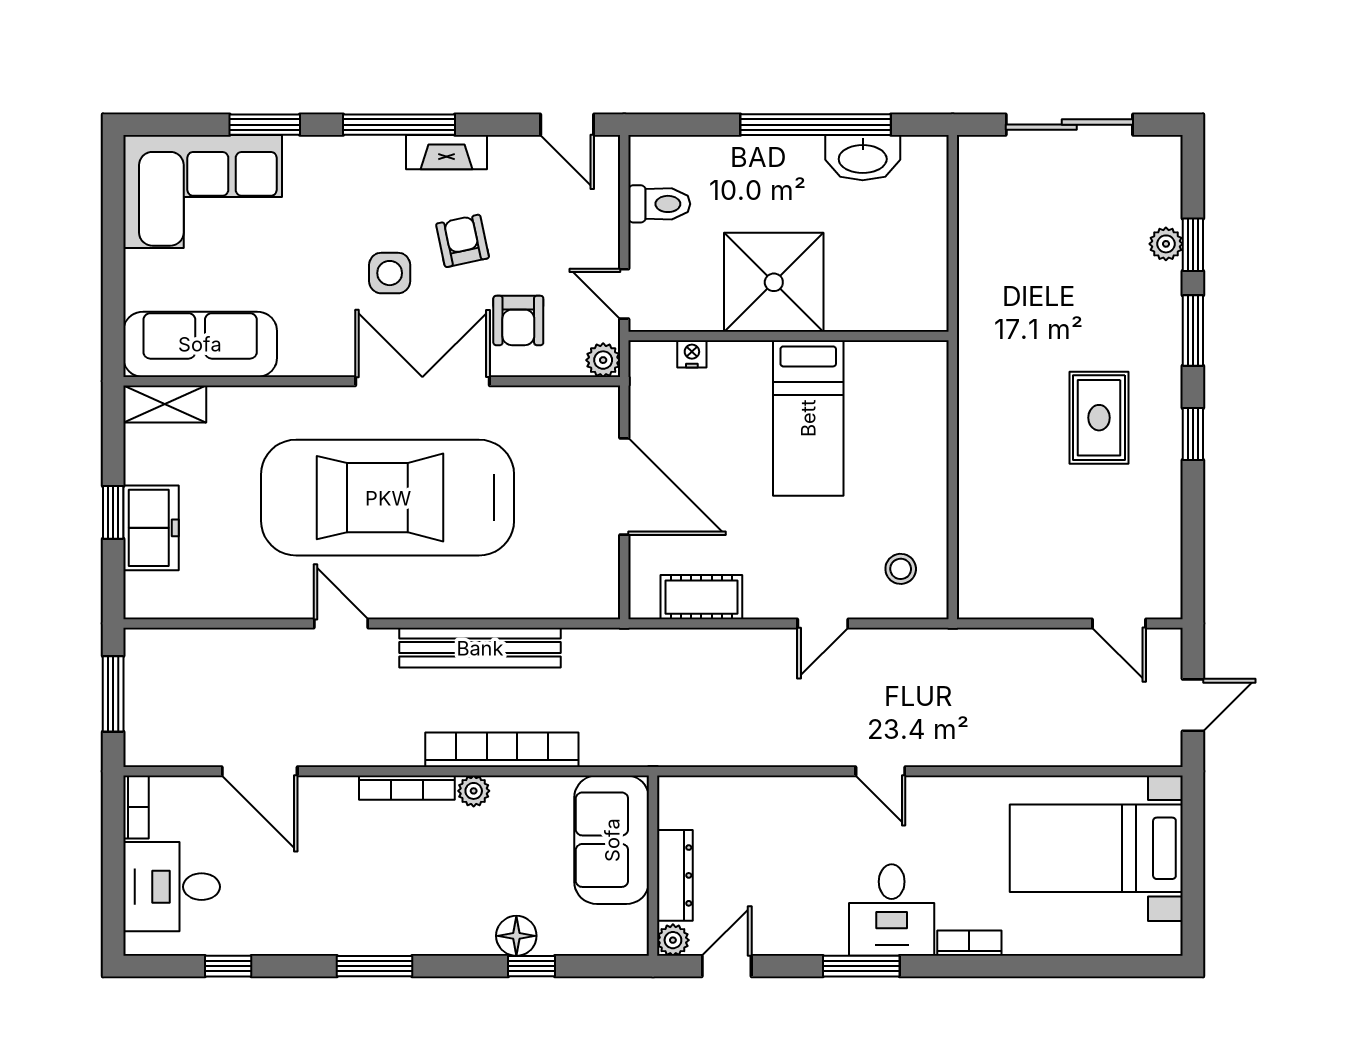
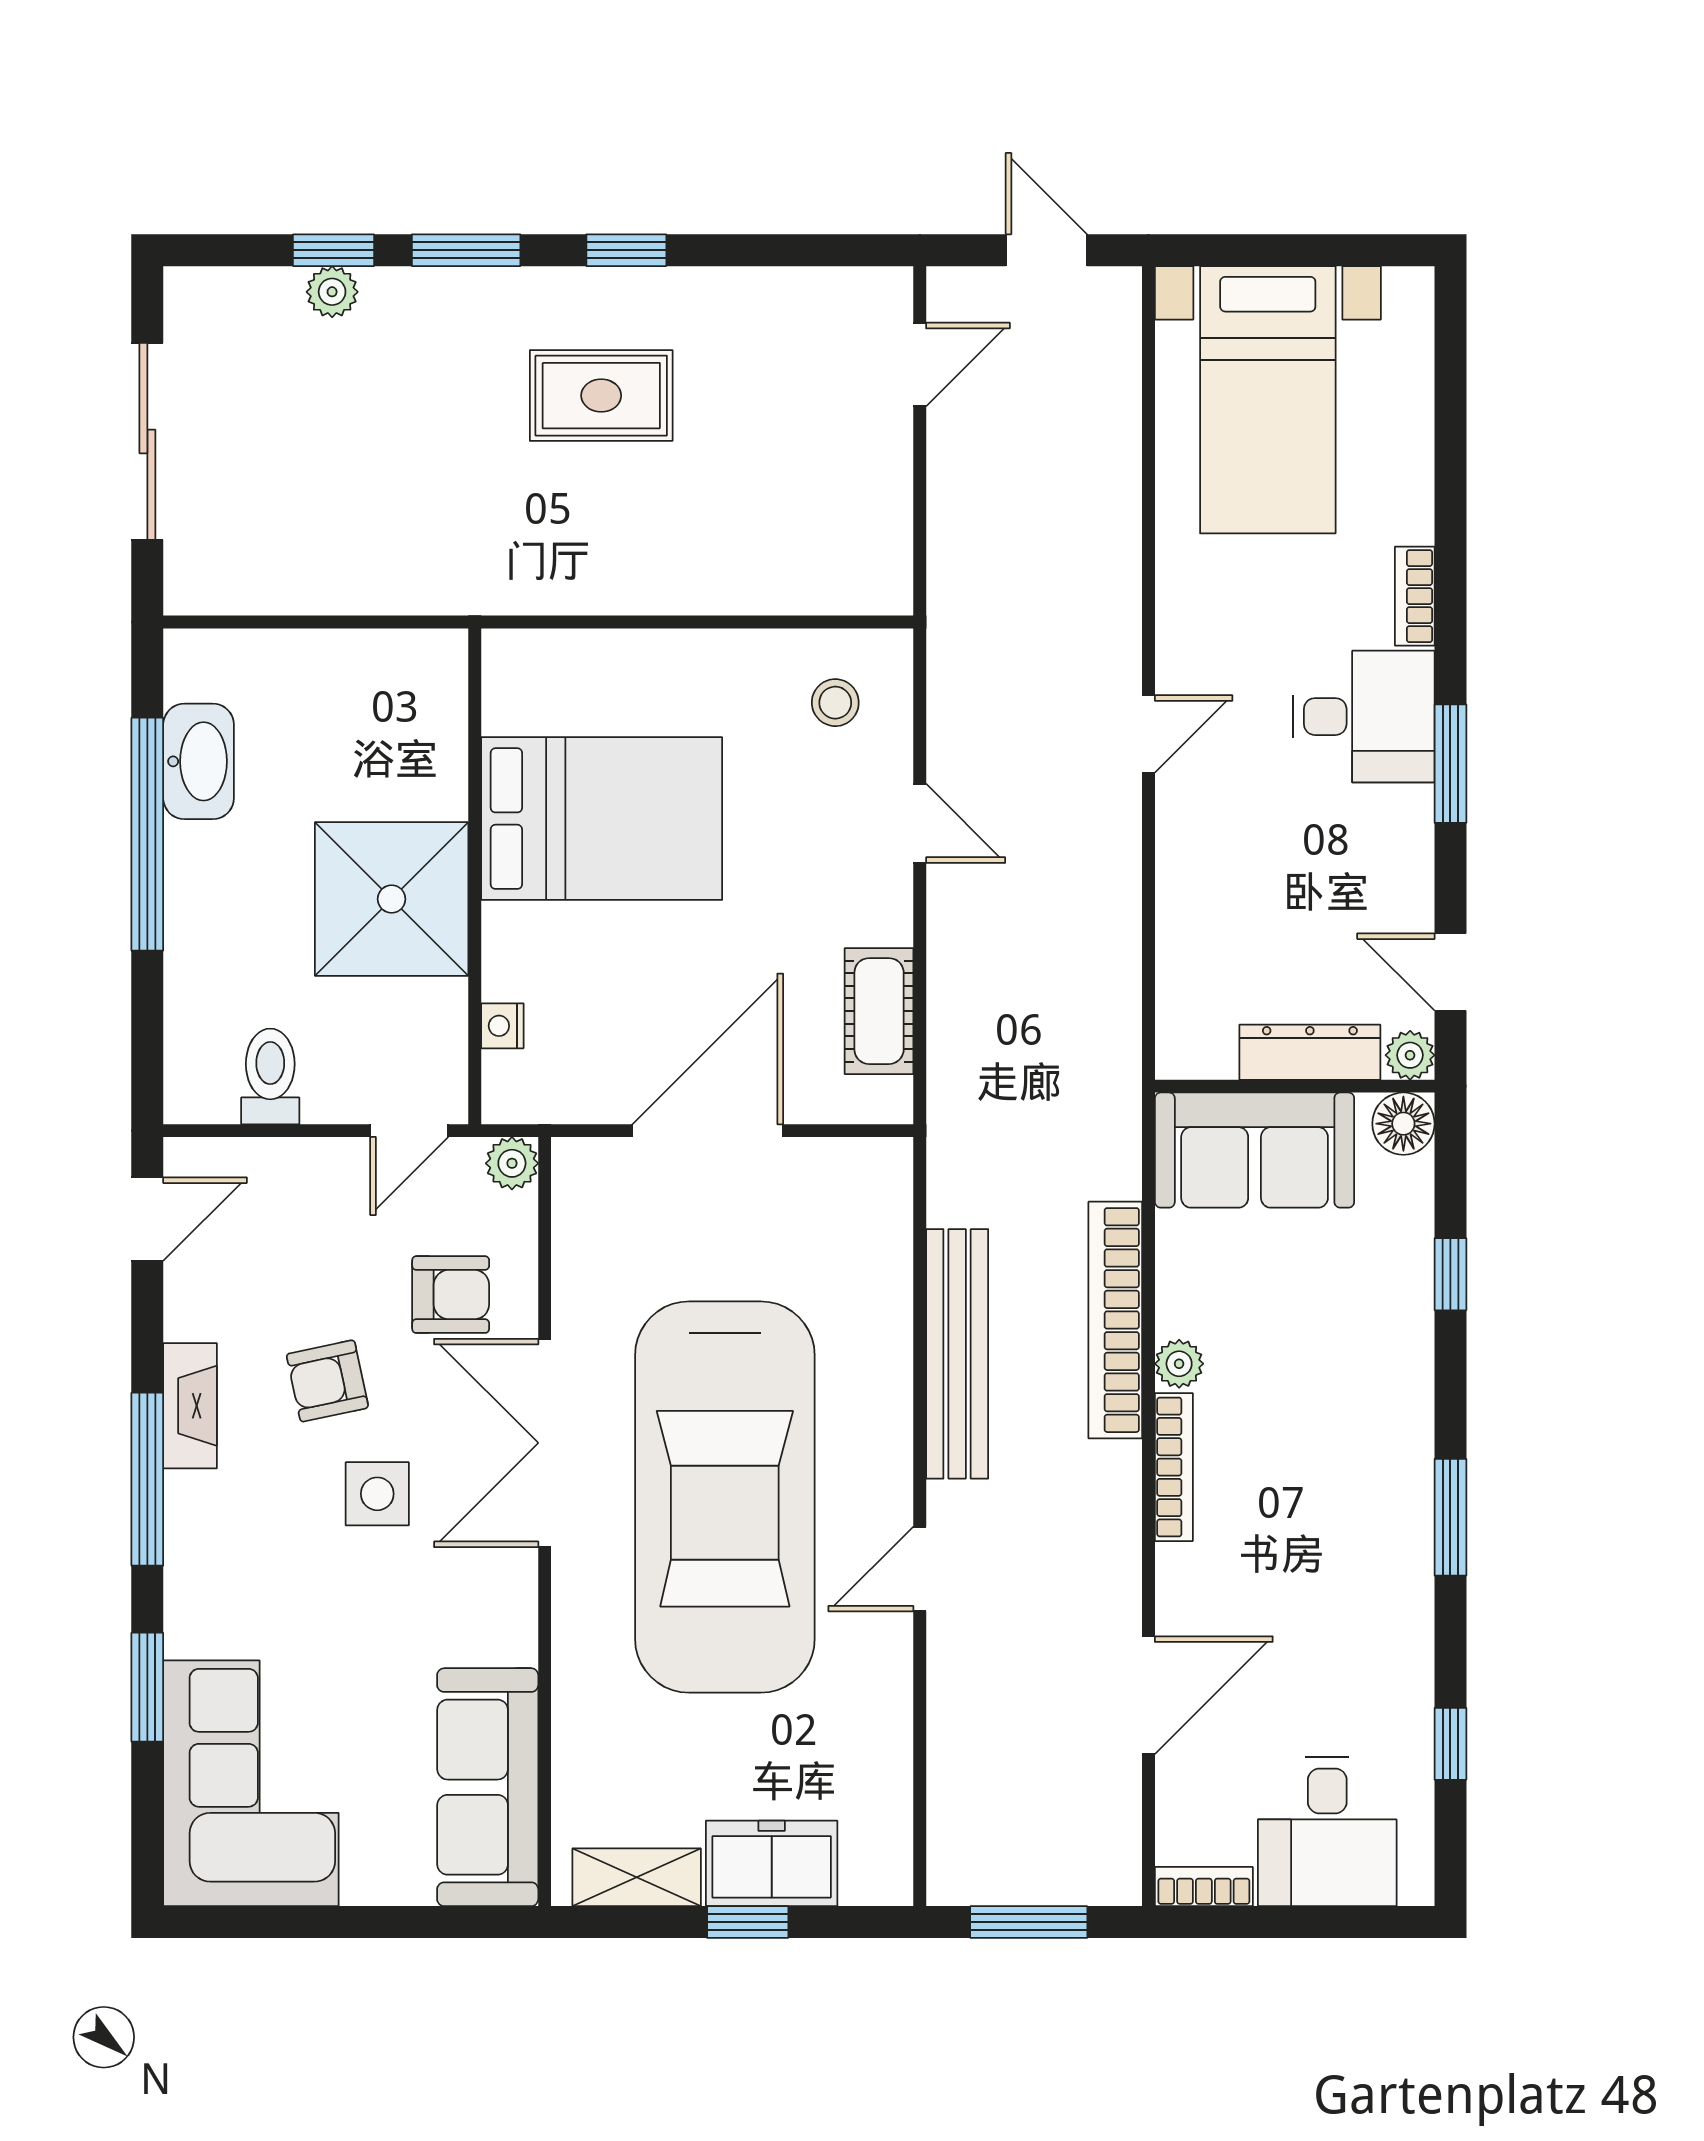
shelving: (165, 404) -> (637, 1877), moved, turned 90
bed: (808, 418) -> (602, 819), width x1.50
floor lamp: (516, 936) -> (1403, 1124), moved

